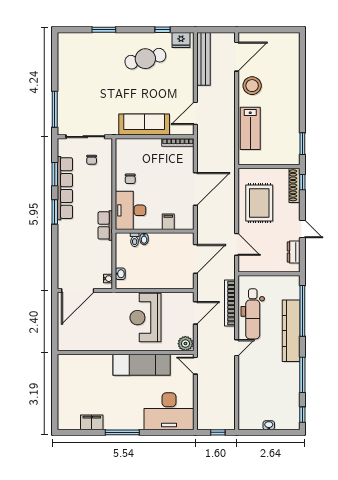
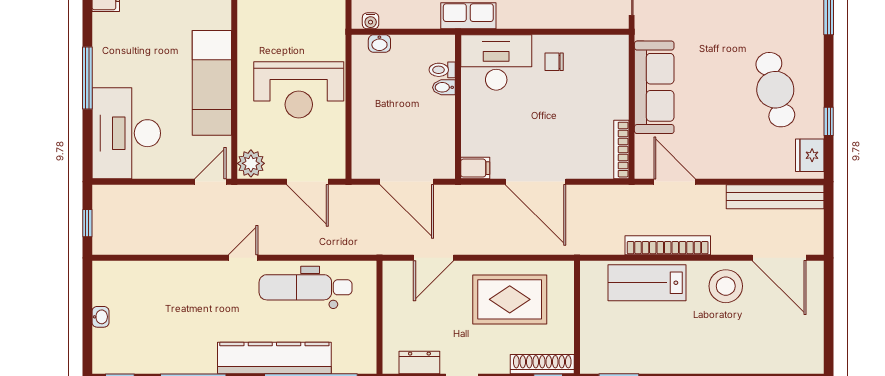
filing cabinet: (168, 222) -> (475, 168), moved
bookcase: (230, 303) -> (668, 245), moved
reception desk: (145, 318) -> (299, 90), turned 180
door: (237, 348) -> (243, 258), swing flipped
window: (122, 432) -> (87, 78), moved

